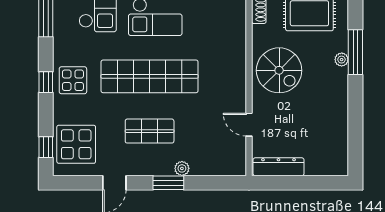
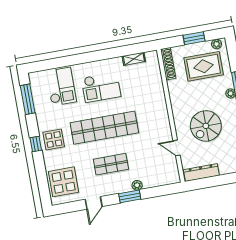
spiral stairs: (279, 70) -> (206, 126), moved, turned 90
window: (46, 147) -> (44, 187), removed

